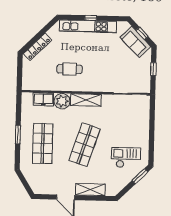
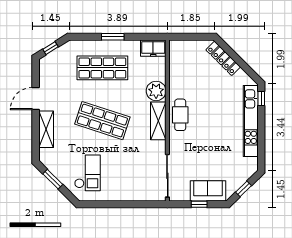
window: (91, 18) -> (261, 99), moved
sofa: (135, 42) -> (208, 191), moved, turned 44
cafe table: (70, 69) -> (180, 115), moved
freezer: (43, 99) -> (153, 48), moved, turned -90
window: (140, 176) -> (53, 179), moved
window: (26, 184) -> (51, 48), added

